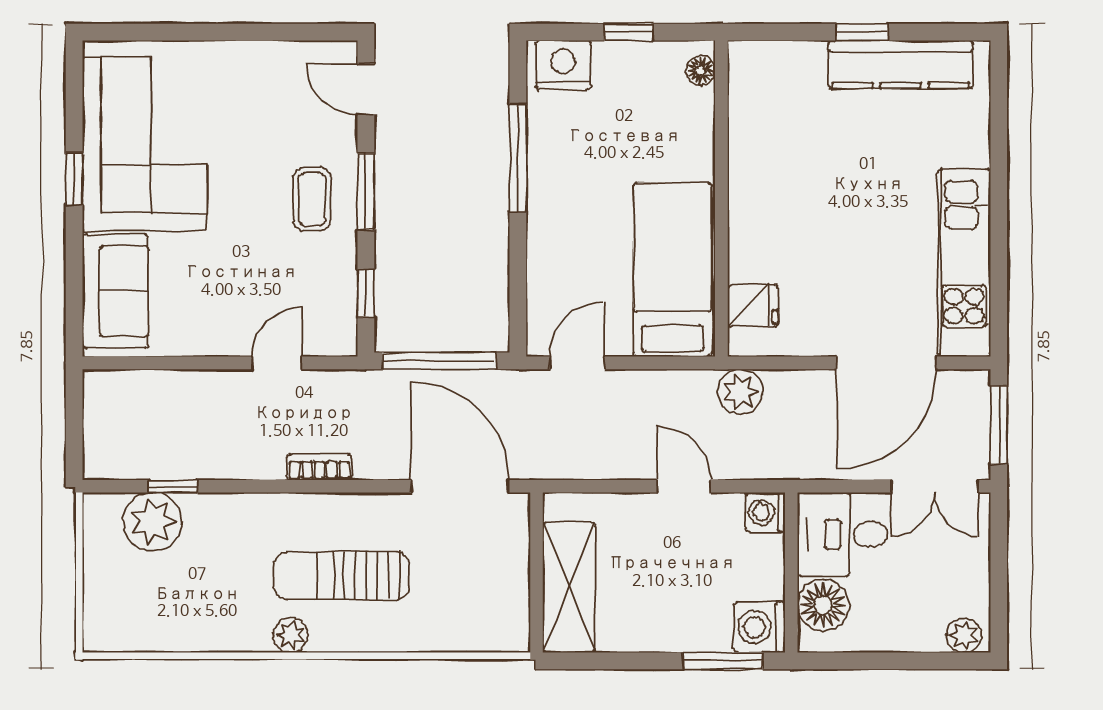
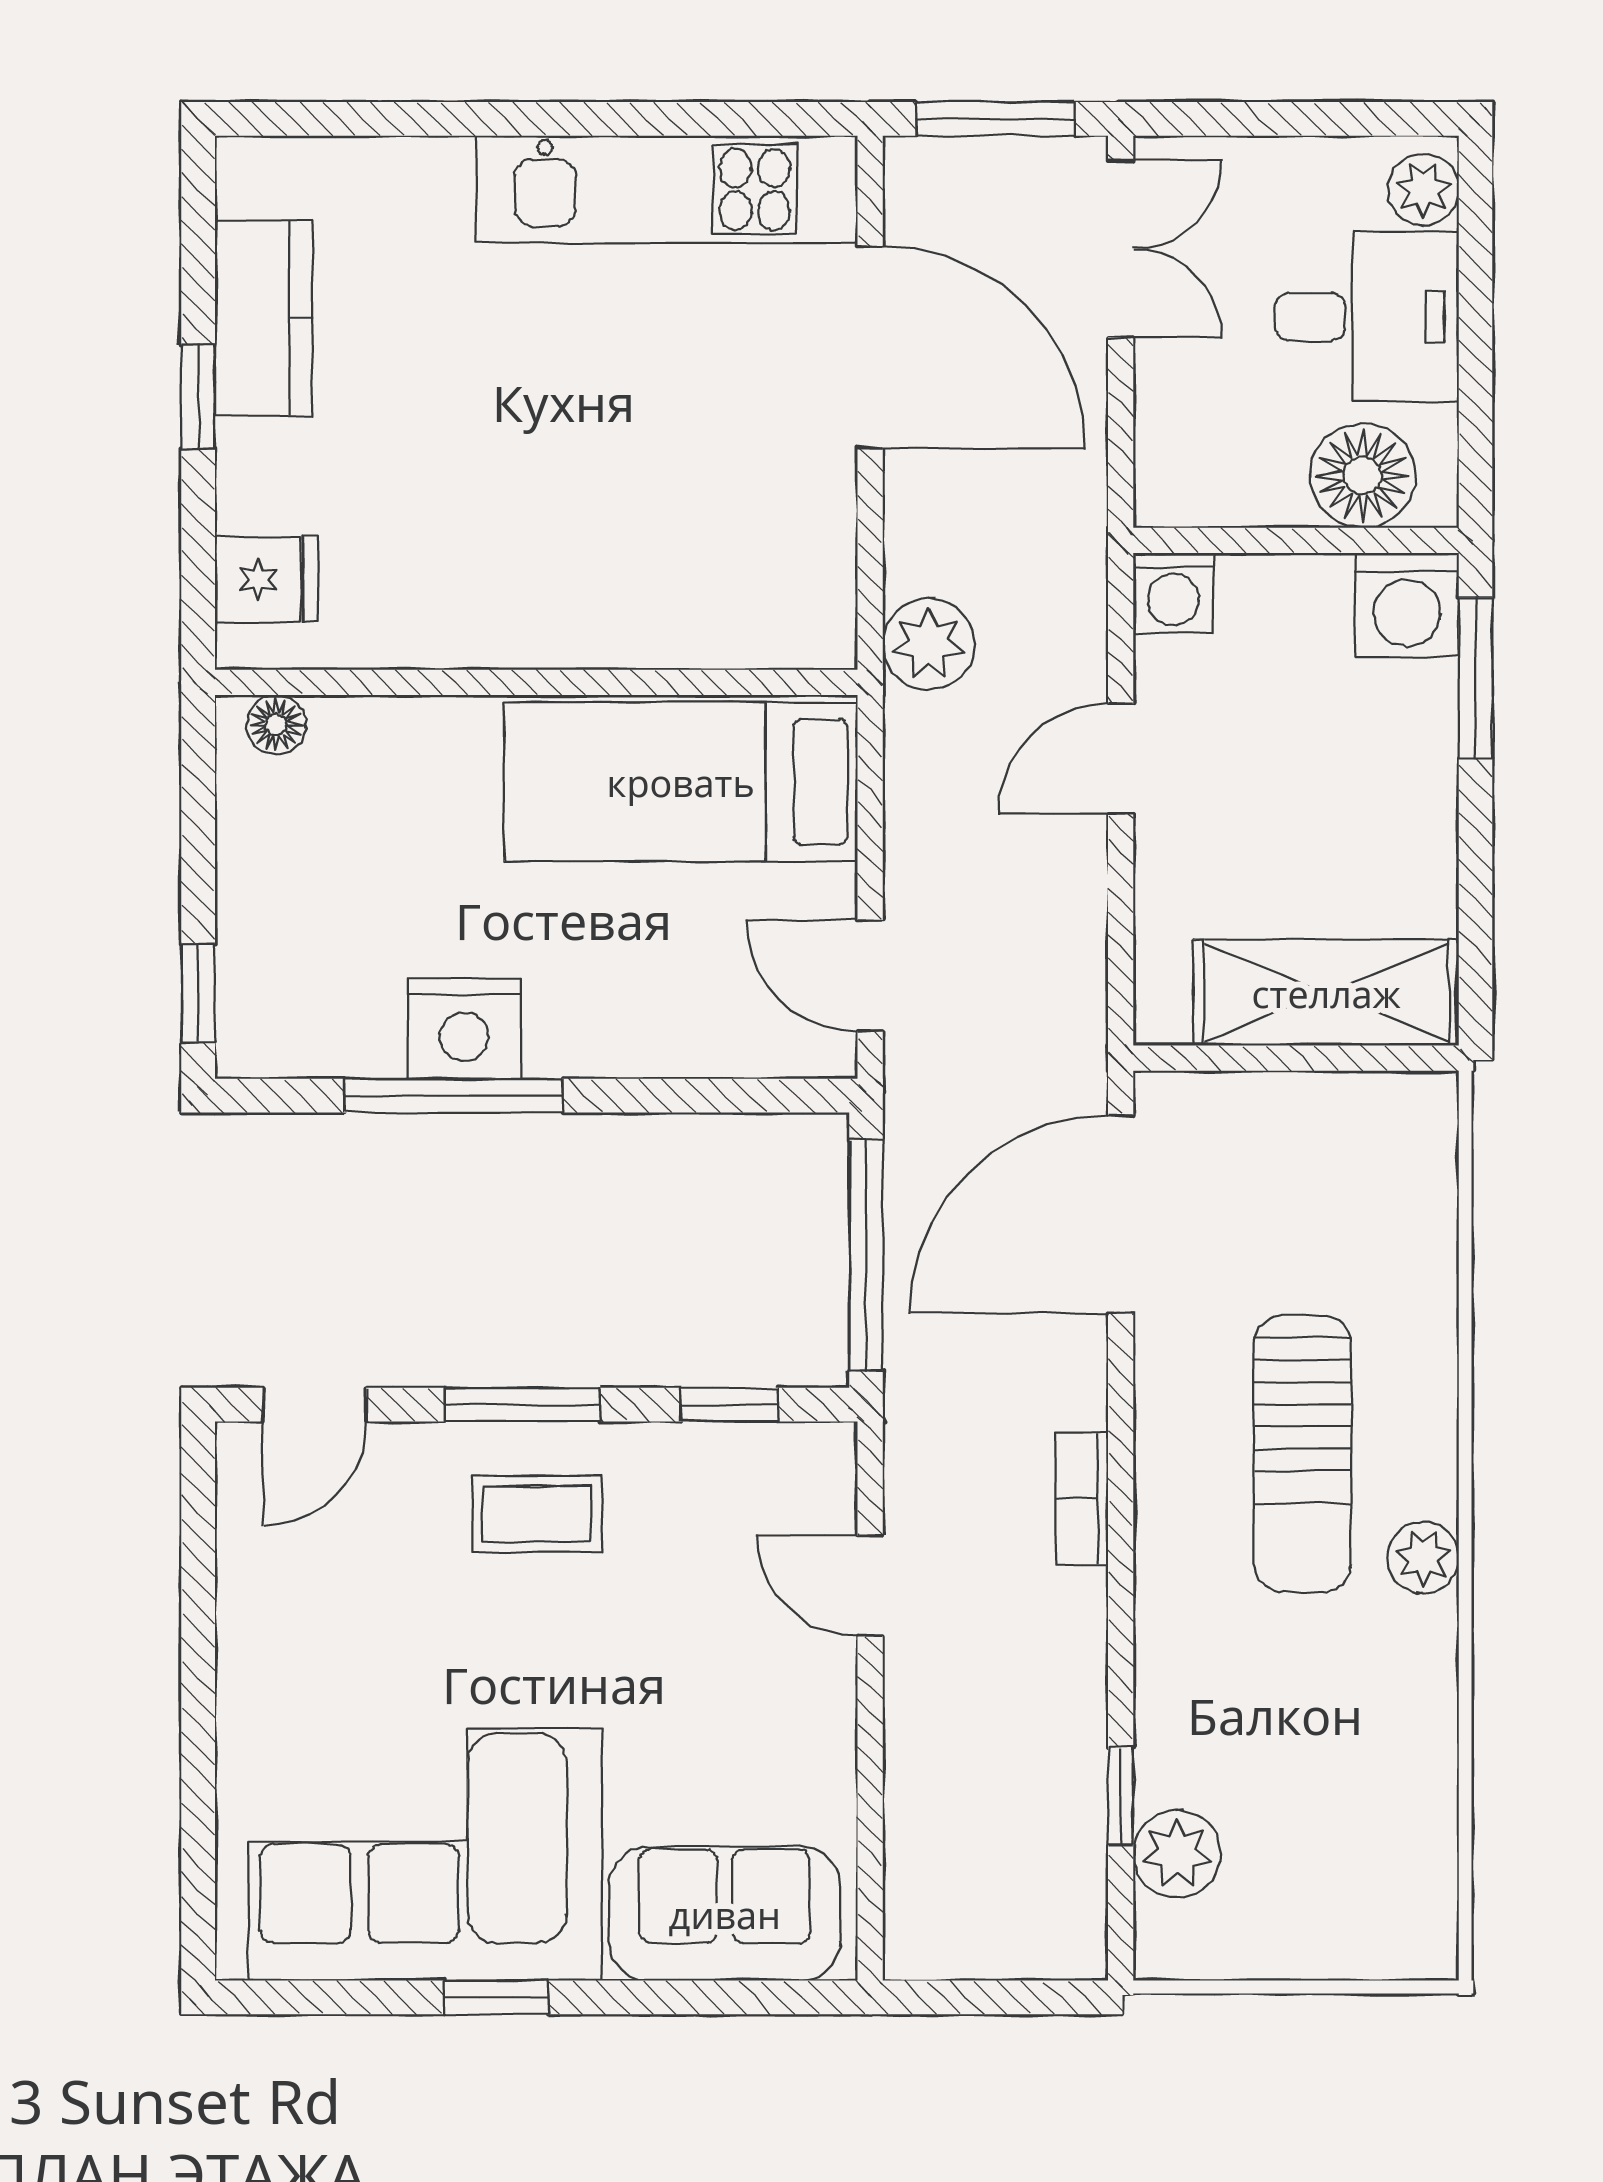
window: (629, 32) -> (198, 993), moved
kitchen counter: (901, 64) -> (264, 318), width x0.67
nightstand: (563, 65) -> (464, 1029), moved, turned -90
fridge: (753, 306) -> (266, 579), moved, turned 90
plant: (153, 522) -> (1177, 1854), width x0.73, depth x0.73
desk: (843, 534) -> (1367, 317), moved, turned -90

